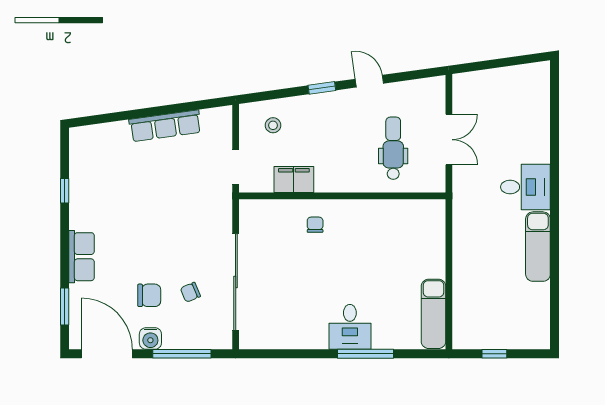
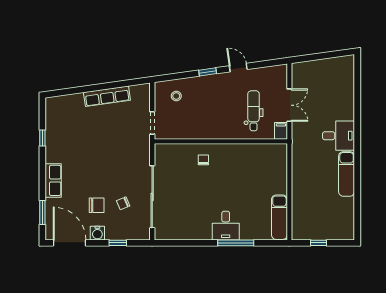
filing cabinet: (294, 179) -> (281, 131), moved, width x0.50
window: (182, 354) -> (118, 243), width x0.46

